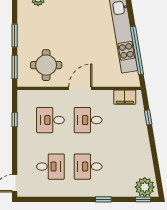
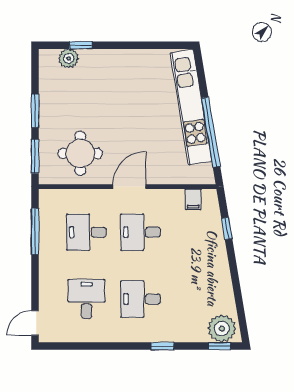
filing cabinet: (125, 97) -> (193, 199), width x0.50
window: (15, 119) -> (35, 231), width x2.17
desk: (50, 167) -> (86, 299), turned -90

